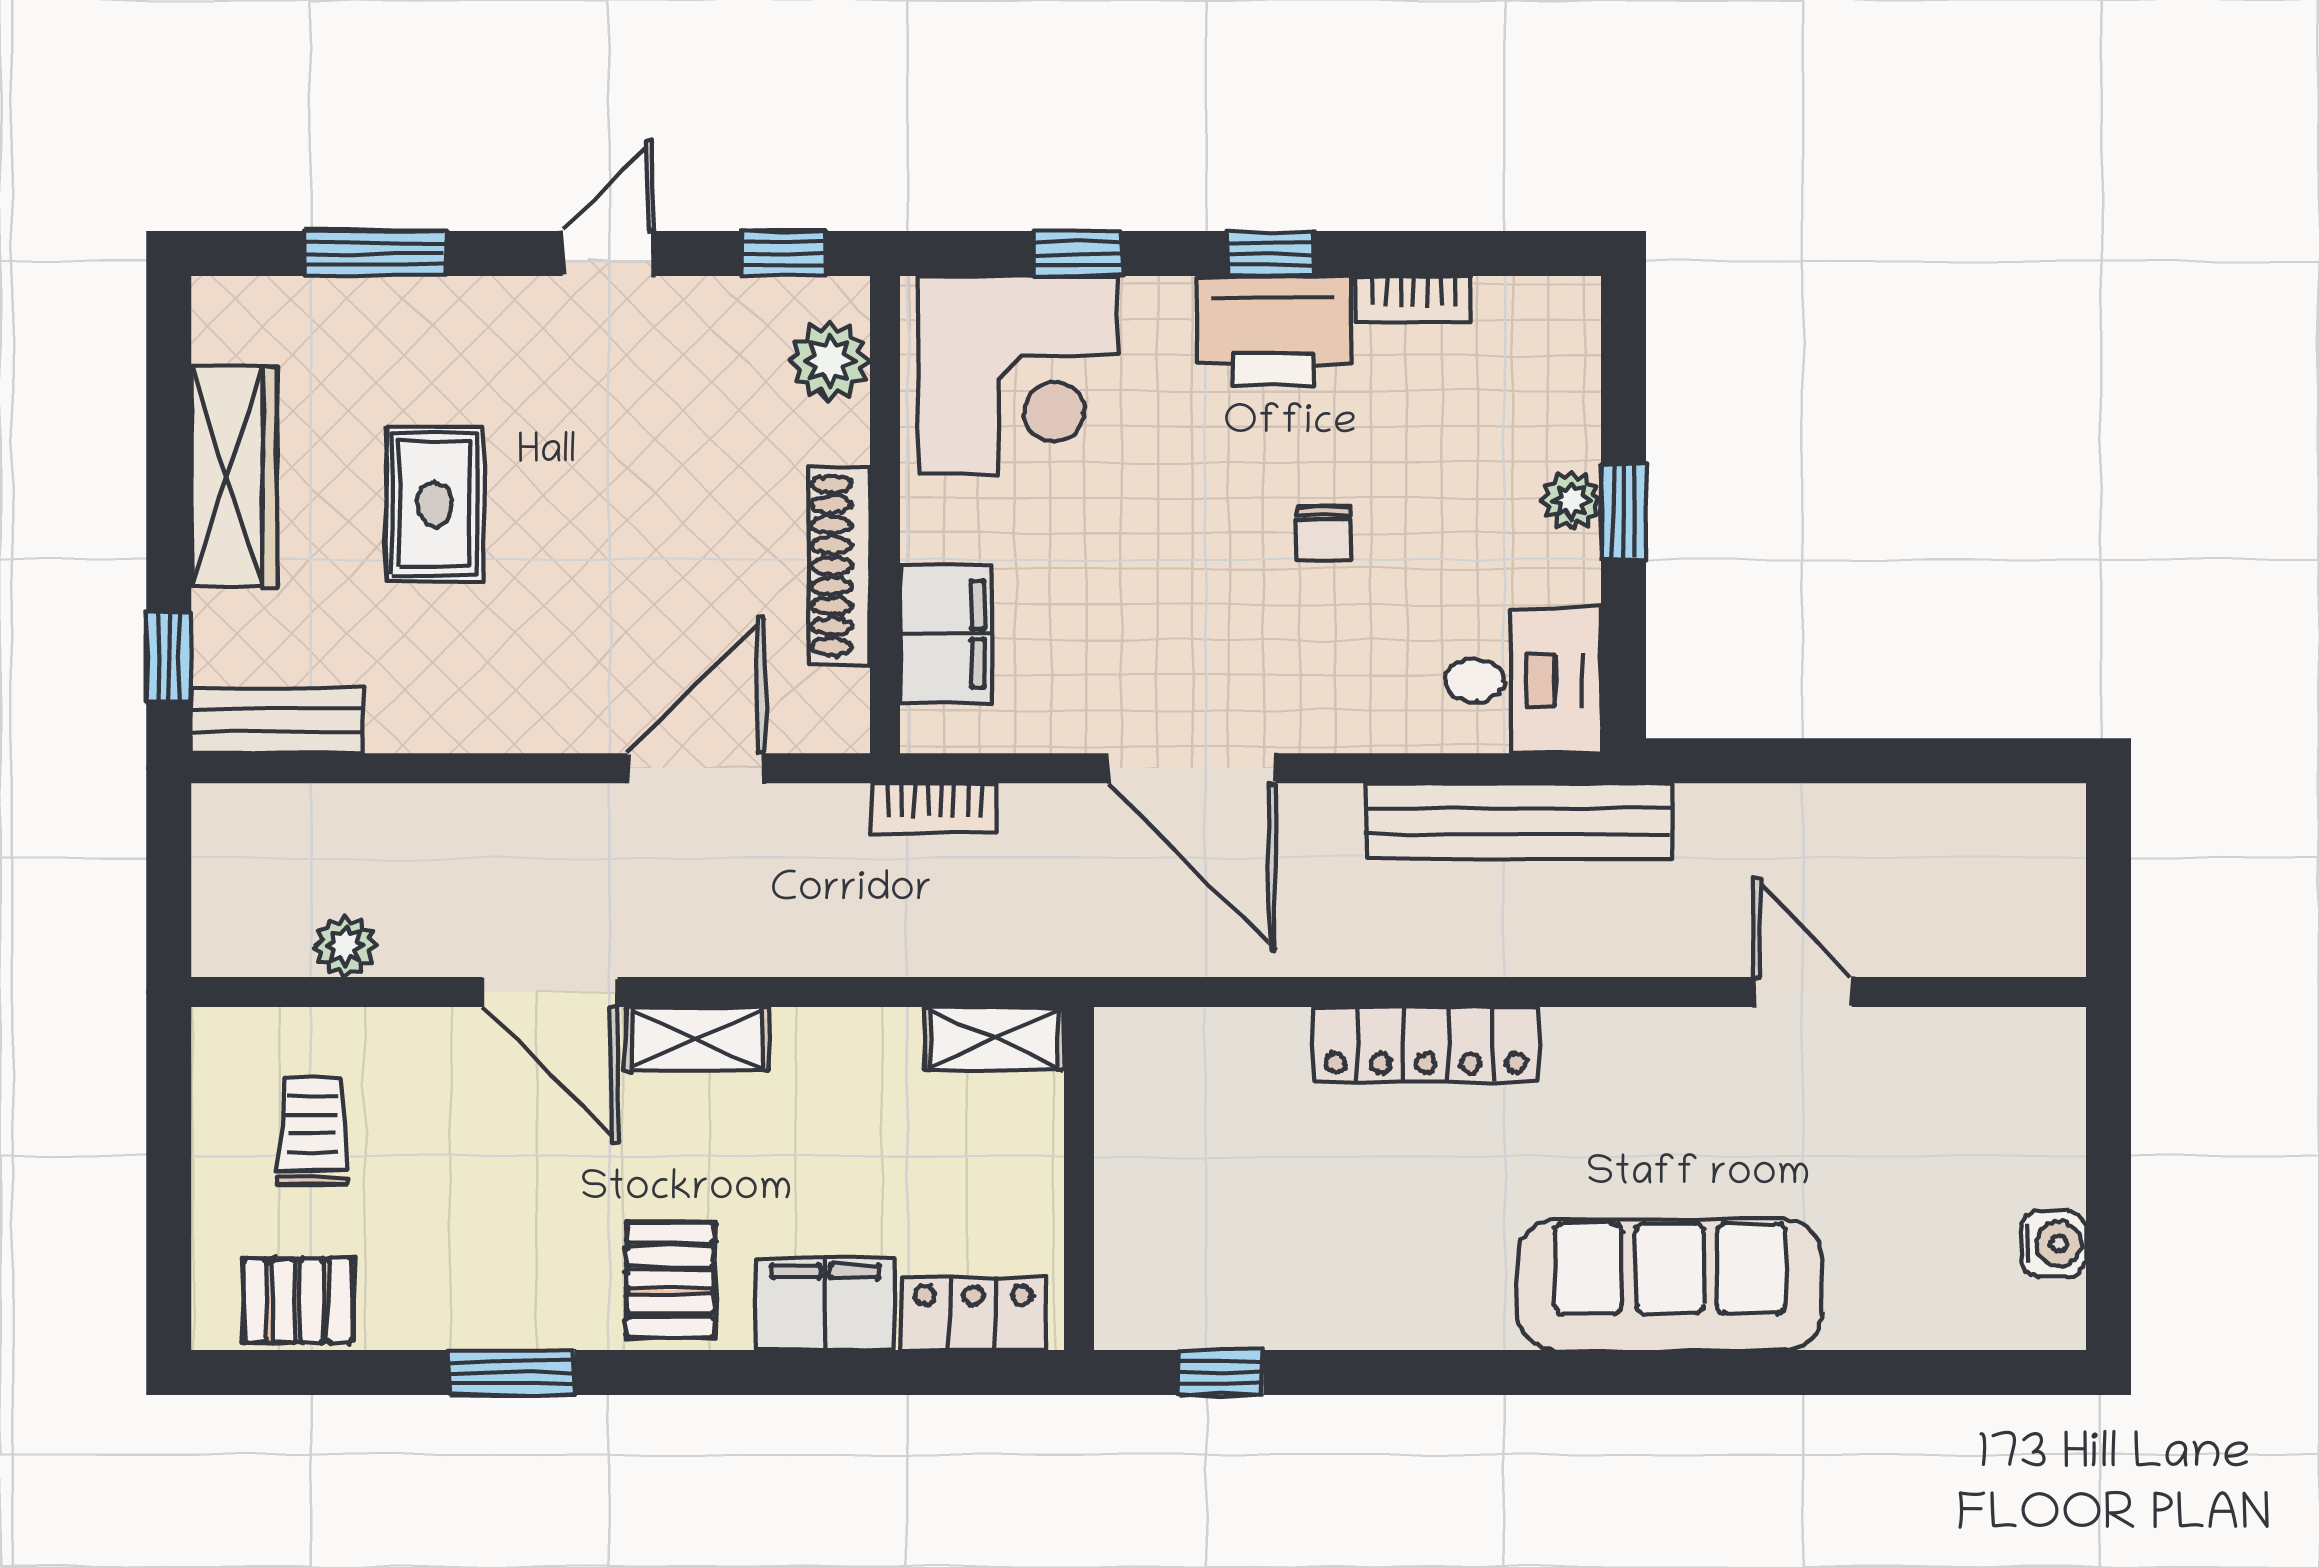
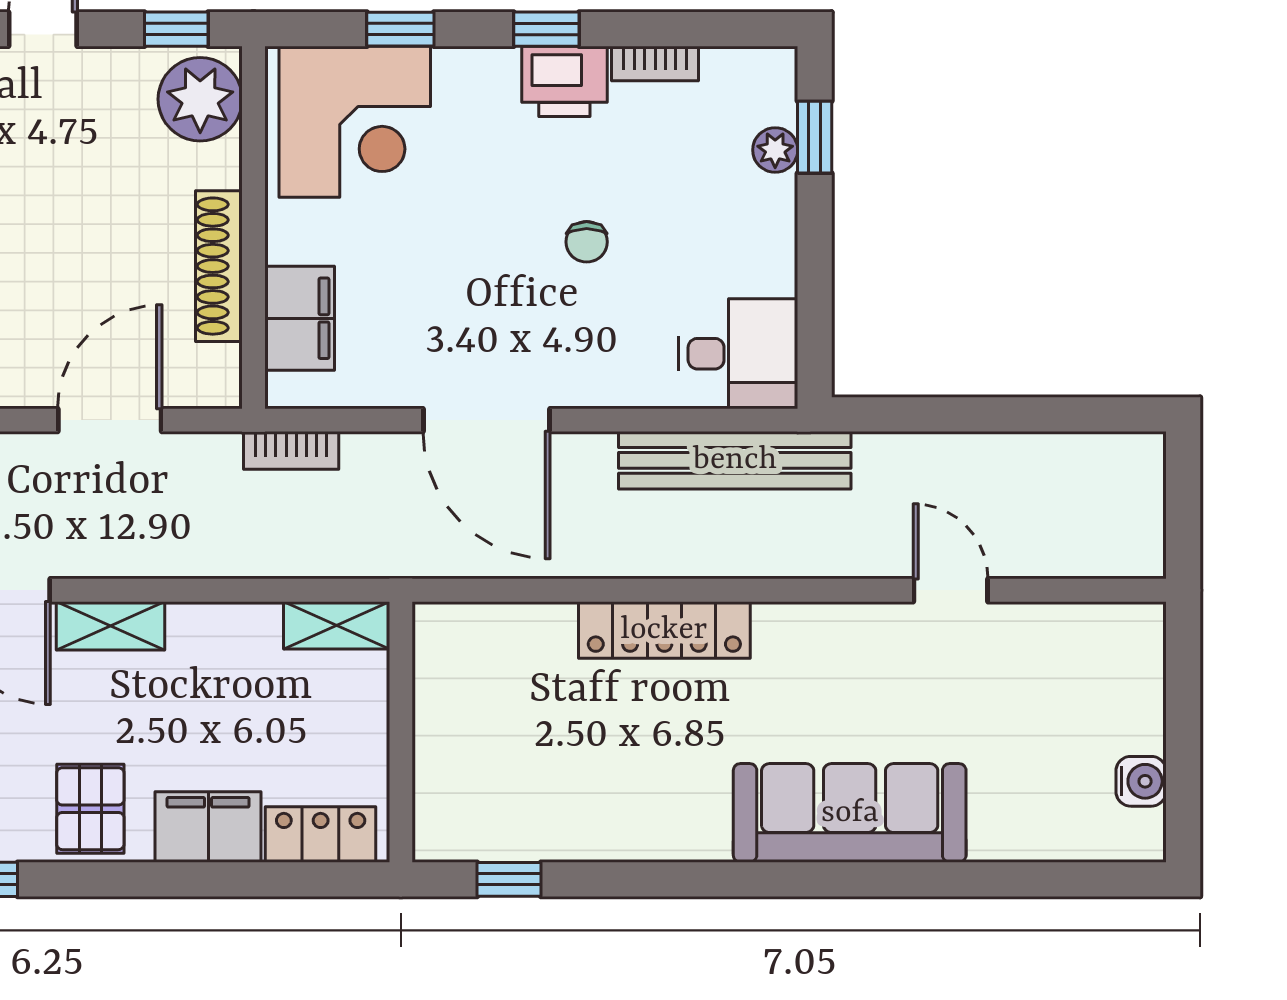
printer: (1273, 331) -> (564, 81), width x0.73, depth x0.84
plant: (830, 361) -> (200, 99), width x1.36, depth x1.36
plant: (1572, 500) -> (775, 150), moved
window: (1624, 512) -> (815, 137), moved

